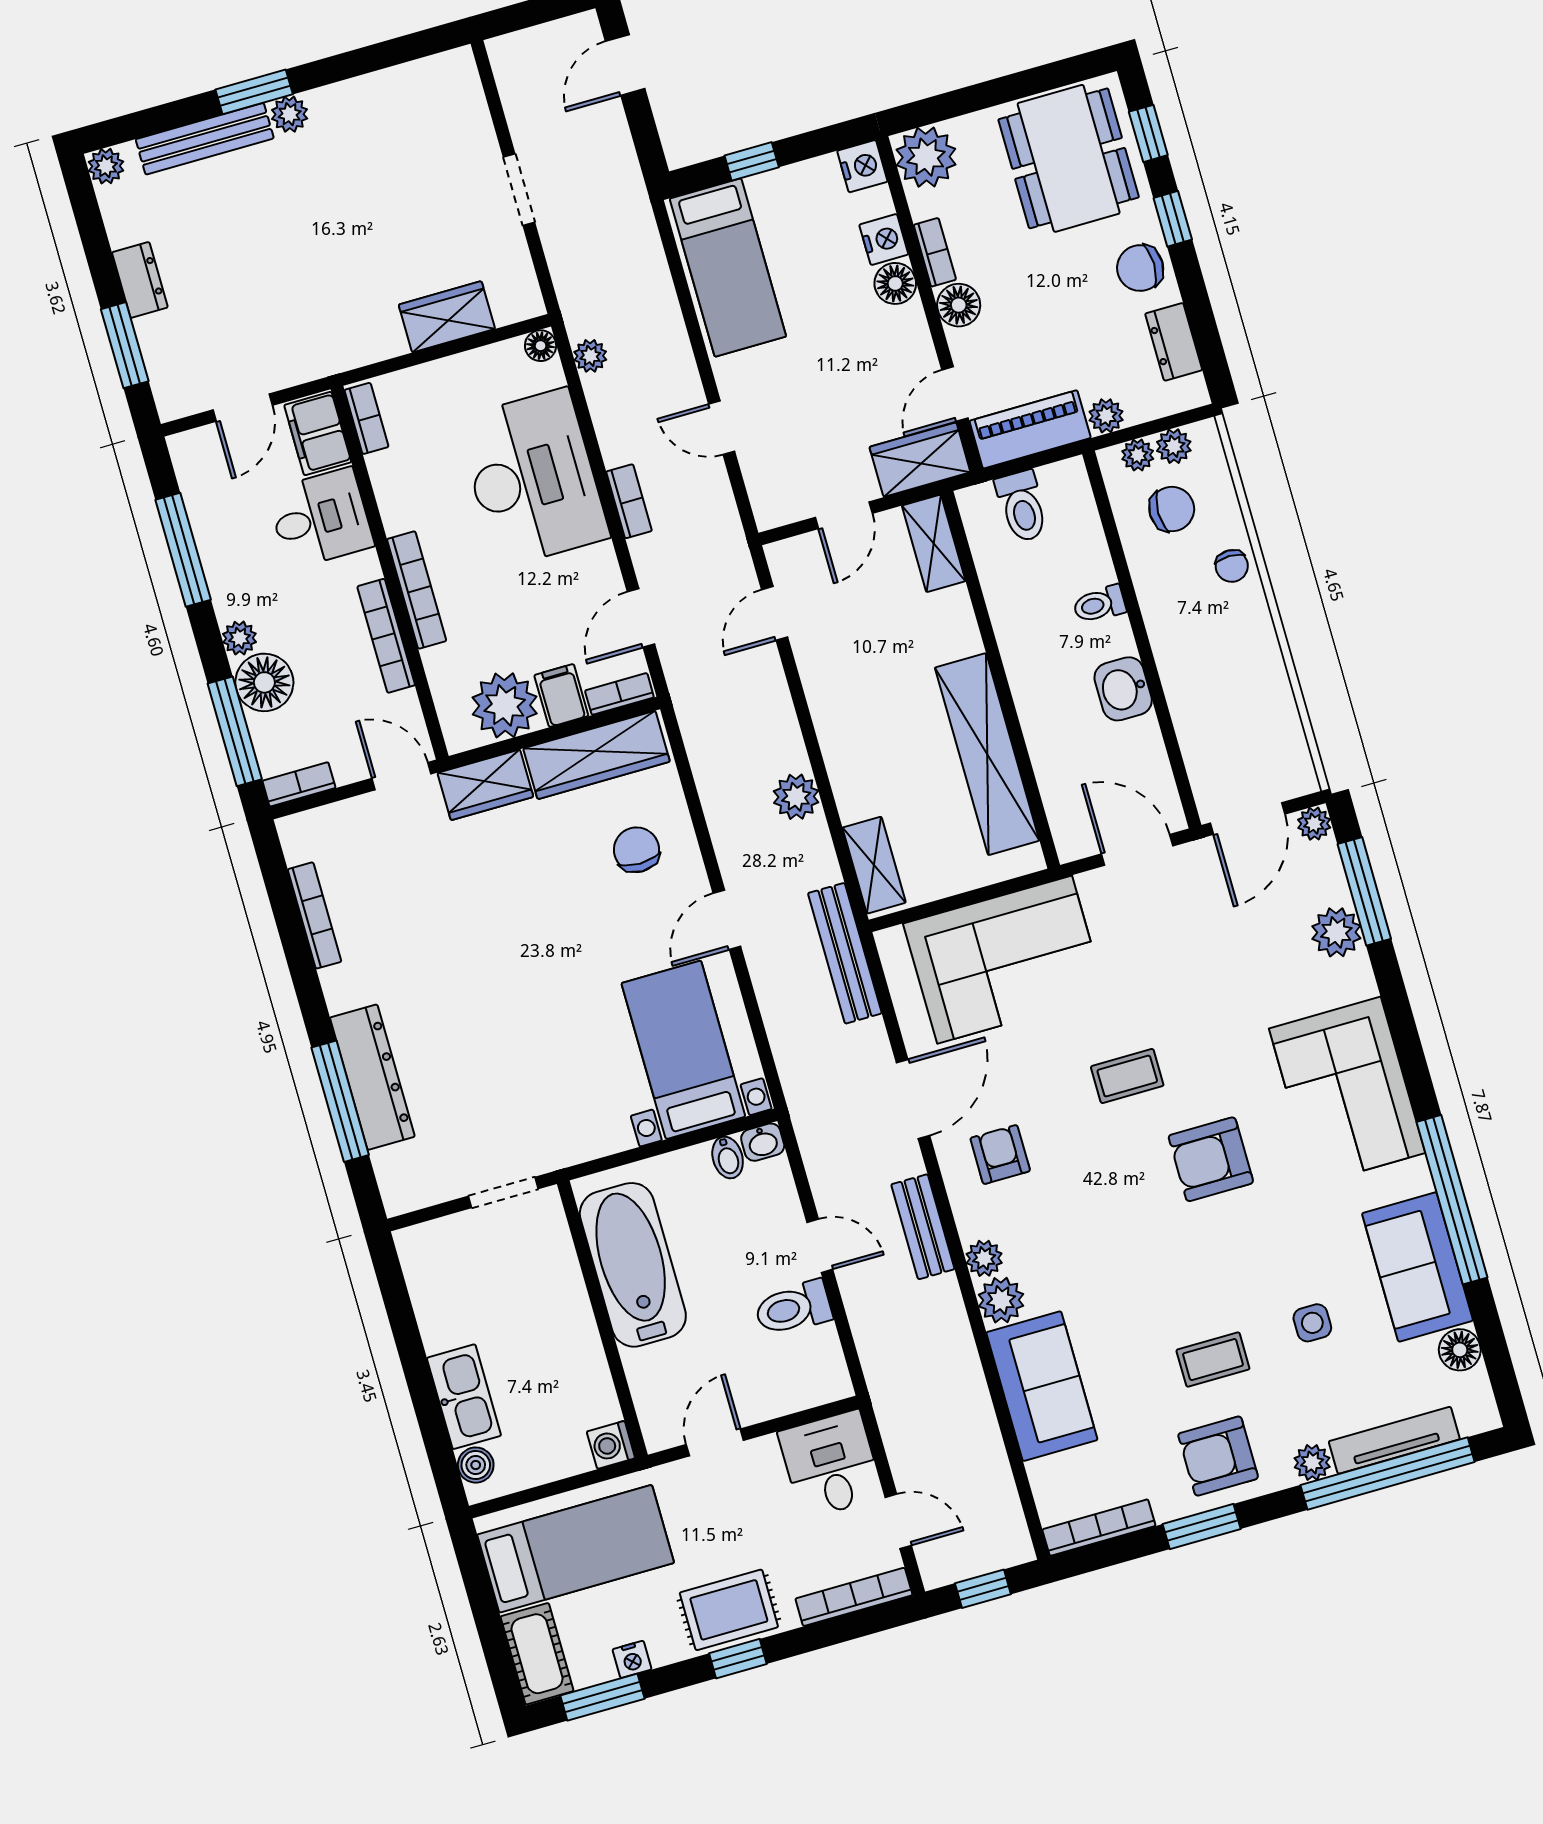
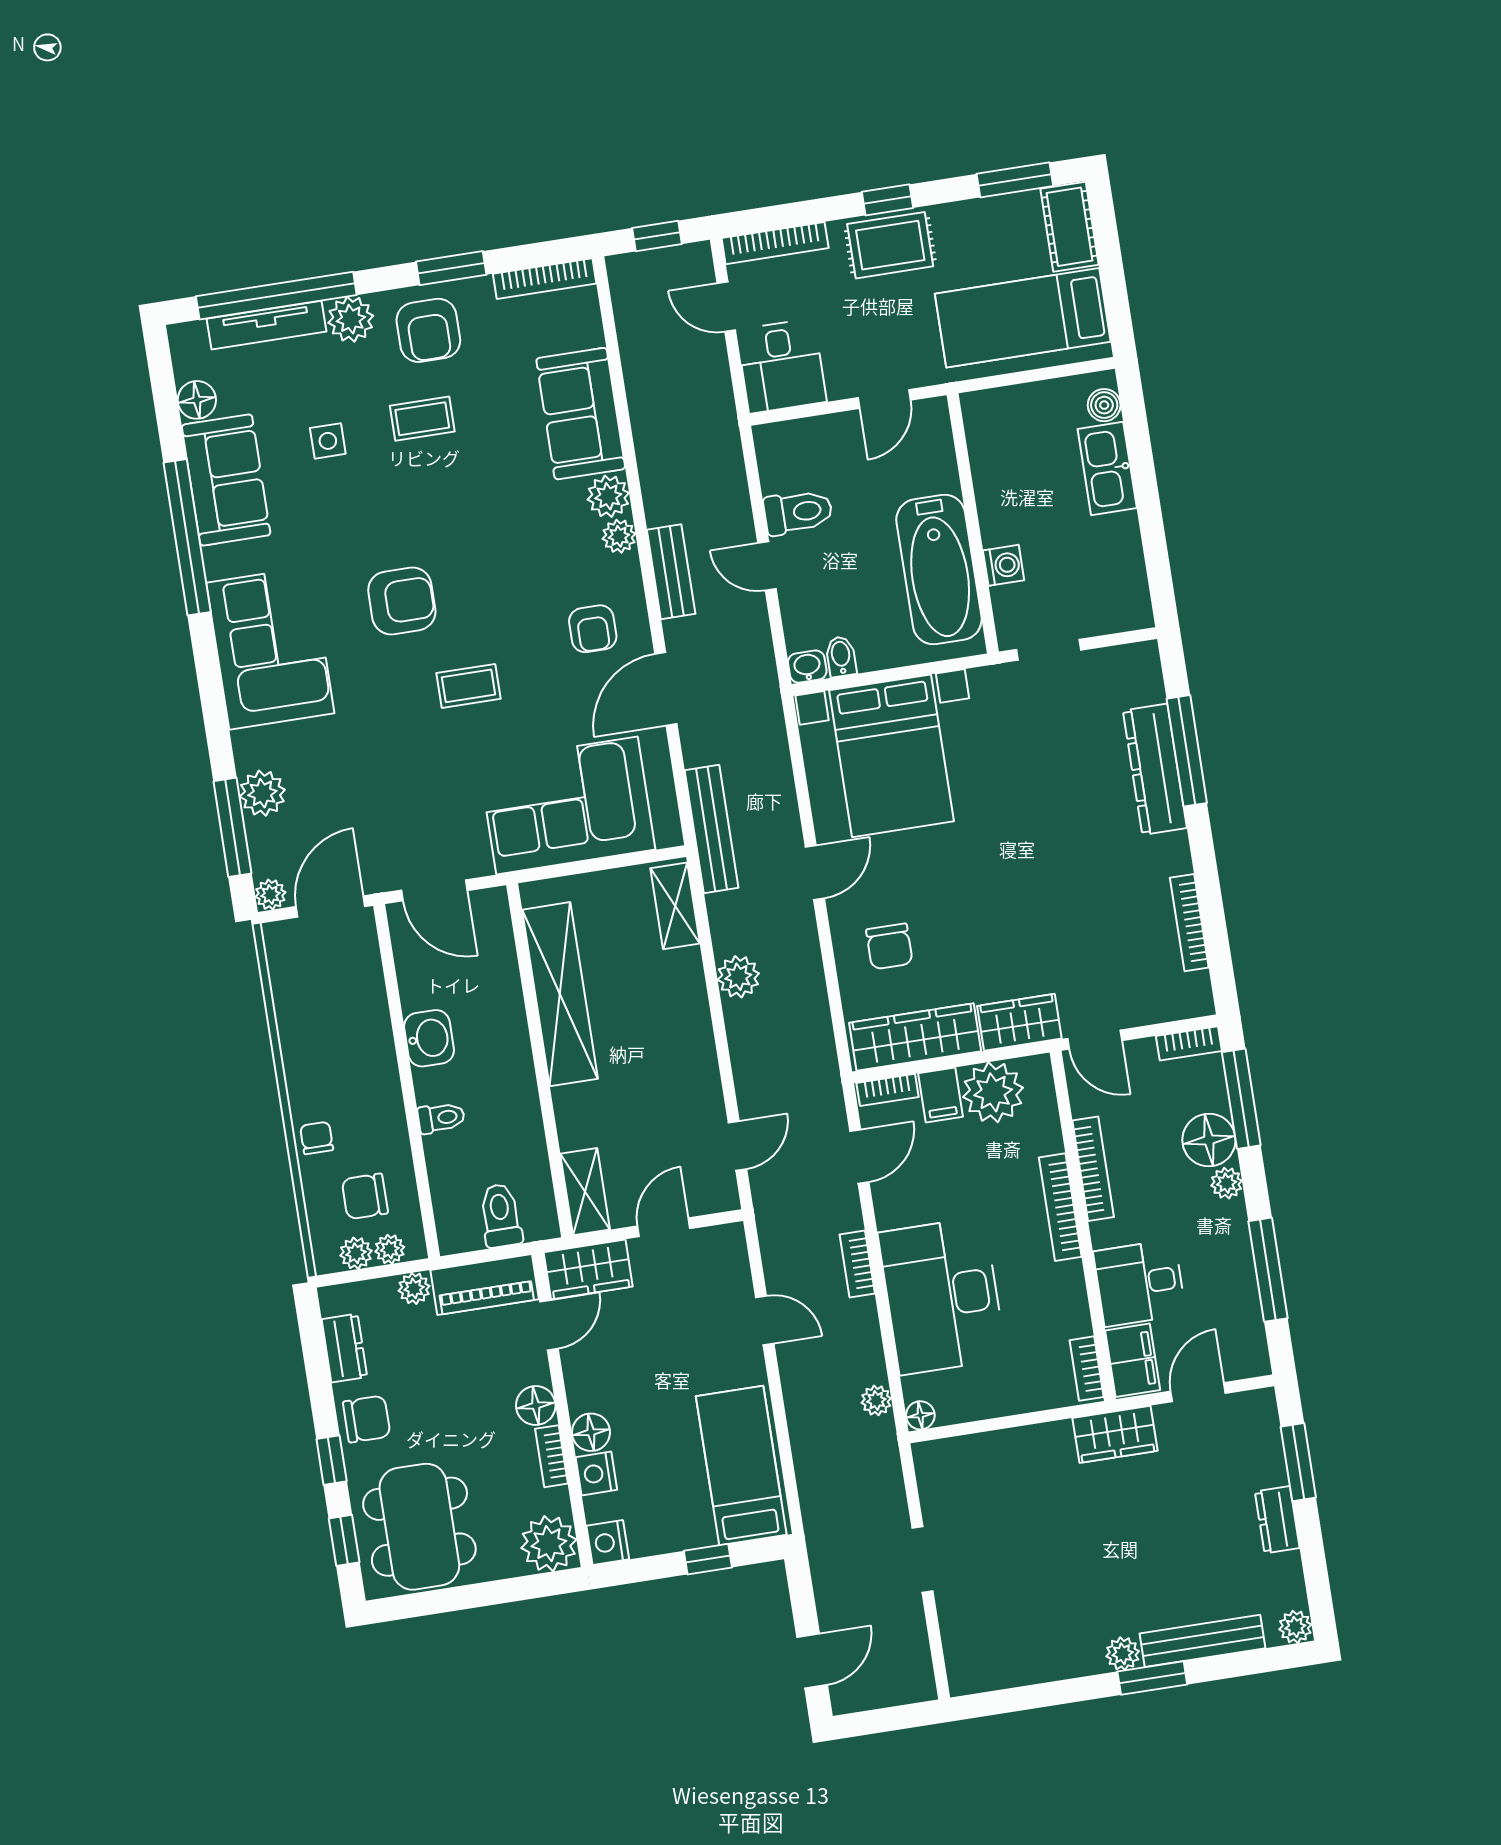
wardrobe: (447, 317) -> (1115, 1434), moved
bed with nightstands: (683, 1050) -> (891, 756), width x1.36
washing machine: (611, 1445) -> (1004, 565), moved
armchair: (1218, 1456) -> (428, 330), turned 90
plant: (1312, 1463) -> (351, 319), width x1.38, depth x1.38
nightstand: (632, 1659) -> (984, 211), removed

